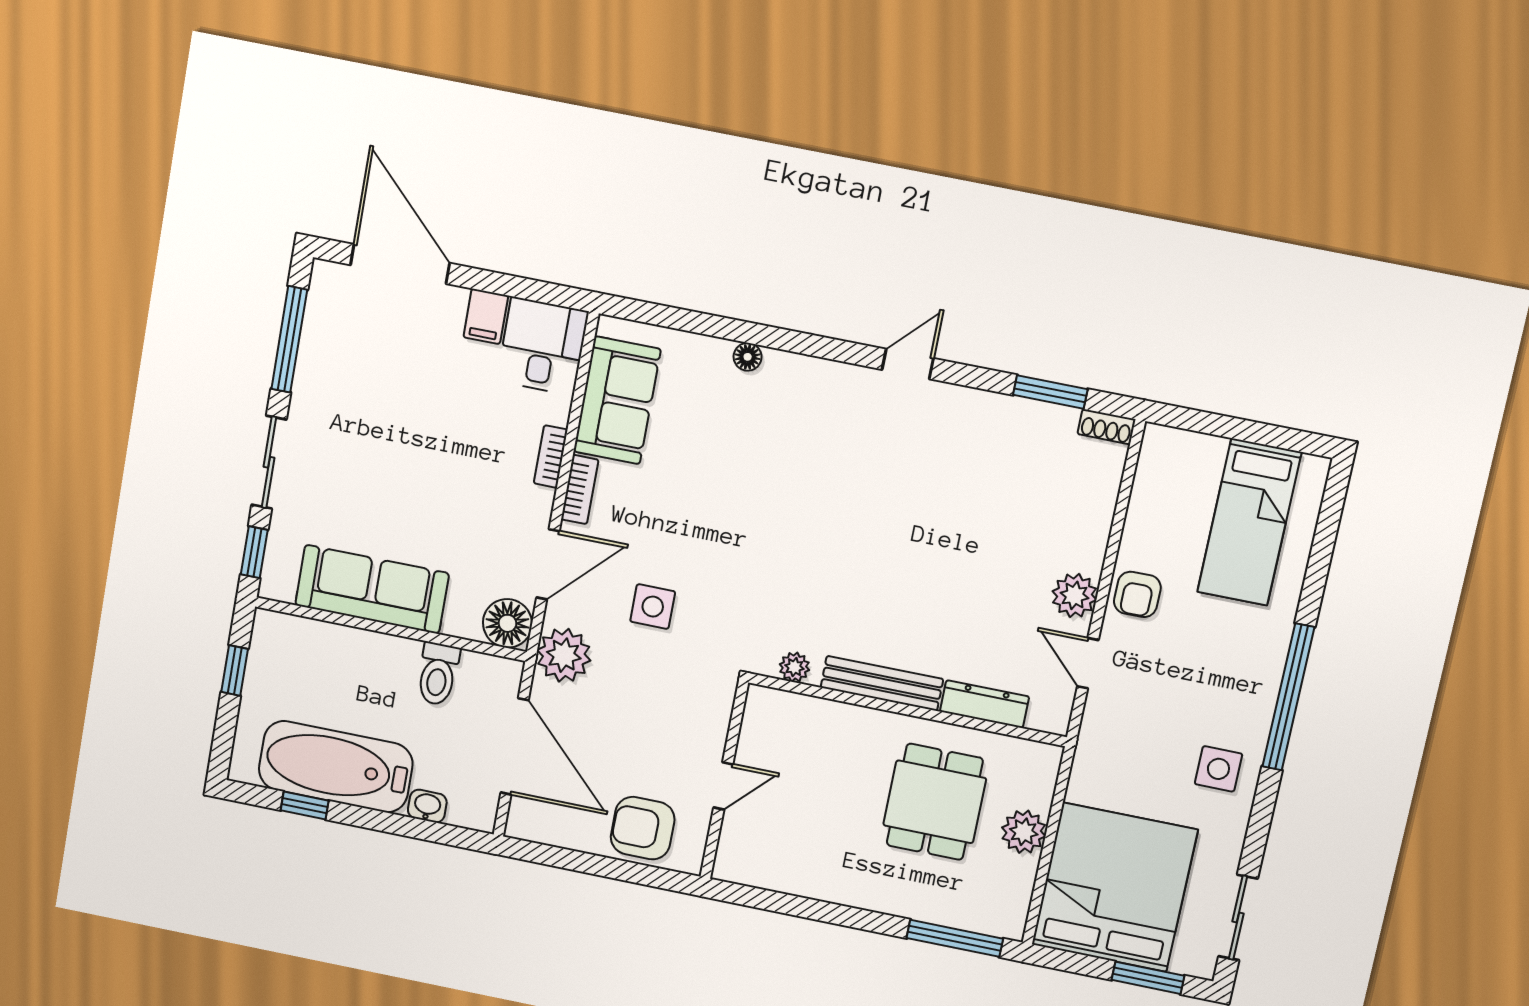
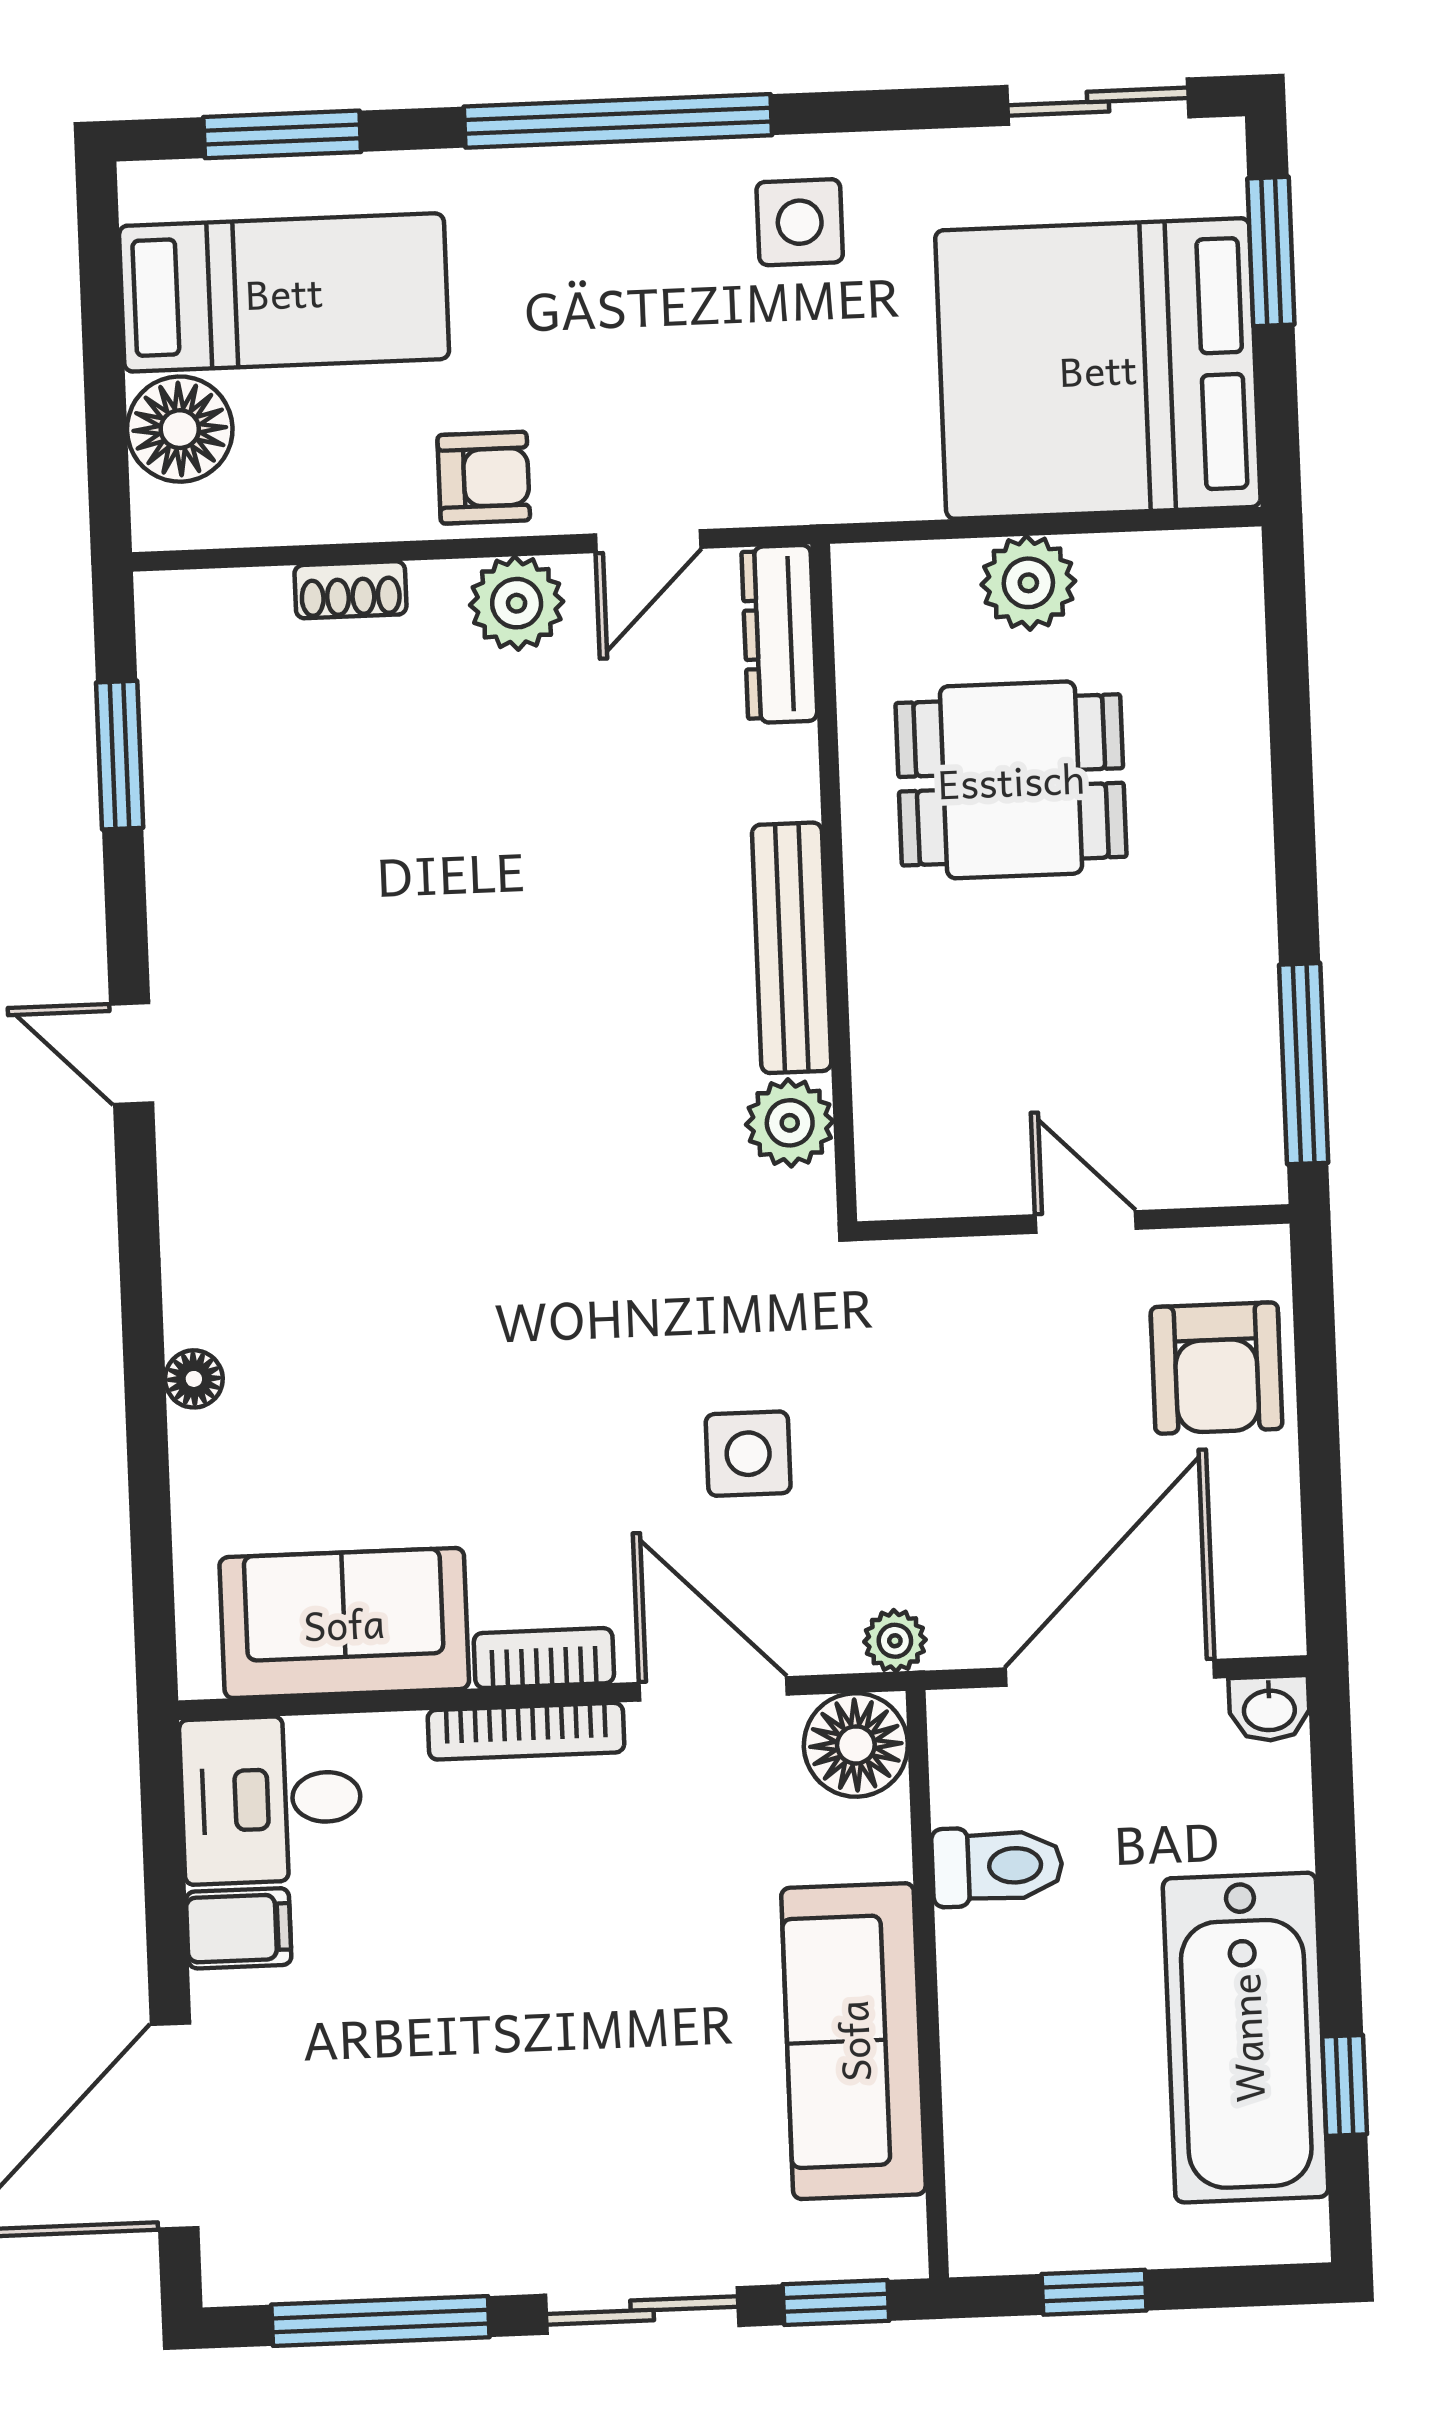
shoe rack: (1106, 427) -> (350, 590), moved, turned 90
bookcase: (551, 457) -> (526, 1731), width x1.56
floor lamp: (1198, 457) -> (180, 429), added
window: (1324, 539) -> (282, 134), added
plant: (564, 655) -> (895, 1641), width x0.53, depth x0.53
plant: (794, 667) -> (790, 1123), width x1.38, depth x1.38
dresser: (985, 704) -> (779, 634), moved
washbasin: (427, 806) -> (1269, 1708), moved, turned -90
window: (955, 938) -> (1304, 1064), moved

